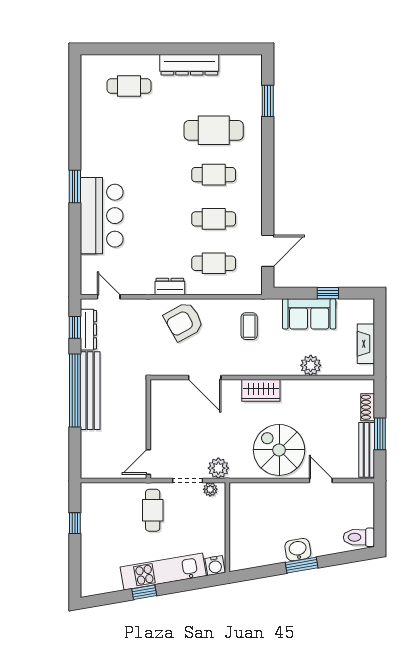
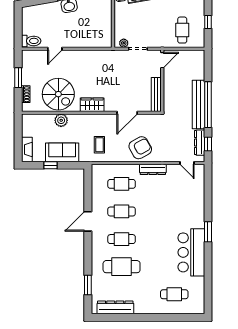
dresser: (189, 65) -> (115, 307), moved
bar counter: (102, 216) -> (191, 252), moved
door: (268, 251) -> (88, 221), moved
dresser: (170, 287) -> (153, 169), width x1.44
fireplace: (366, 344) -> (27, 150), moved
door: (205, 378) -> (127, 113), swing flipped
spiral stairs: (279, 450) -> (58, 94), moved
bench: (367, 450) -> (156, 94), moved
plant: (218, 468) -> (119, 56), removed
door: (321, 480) -> (55, 49), hinge flipped
cafe table: (153, 510) -> (182, 30), moved
toilet: (359, 537) -> (31, 41), moved

